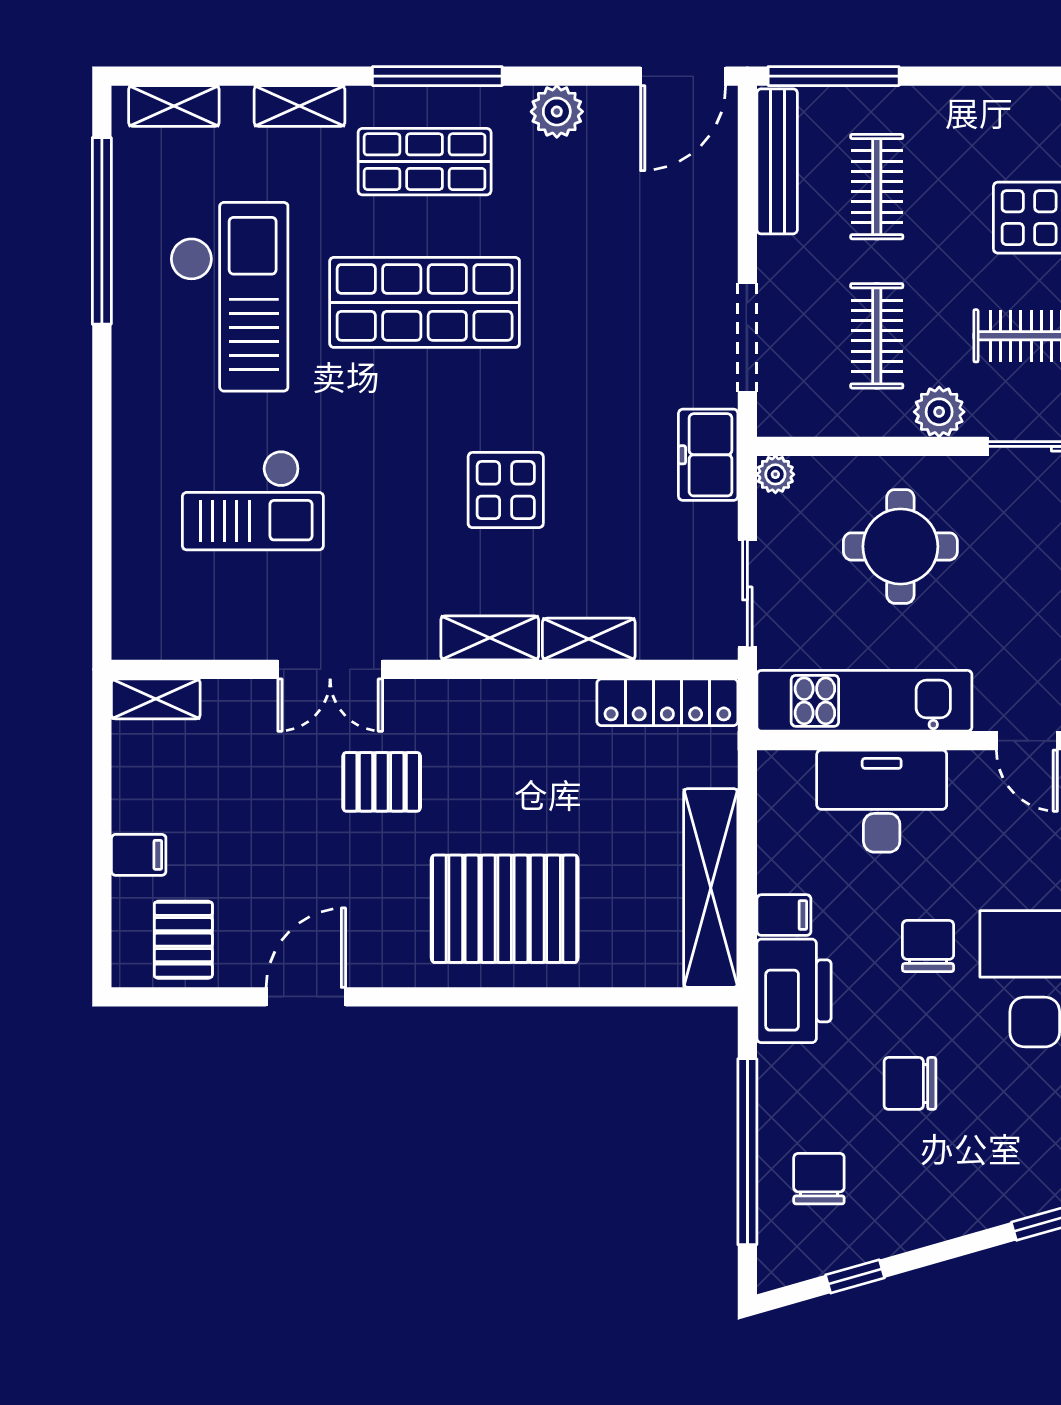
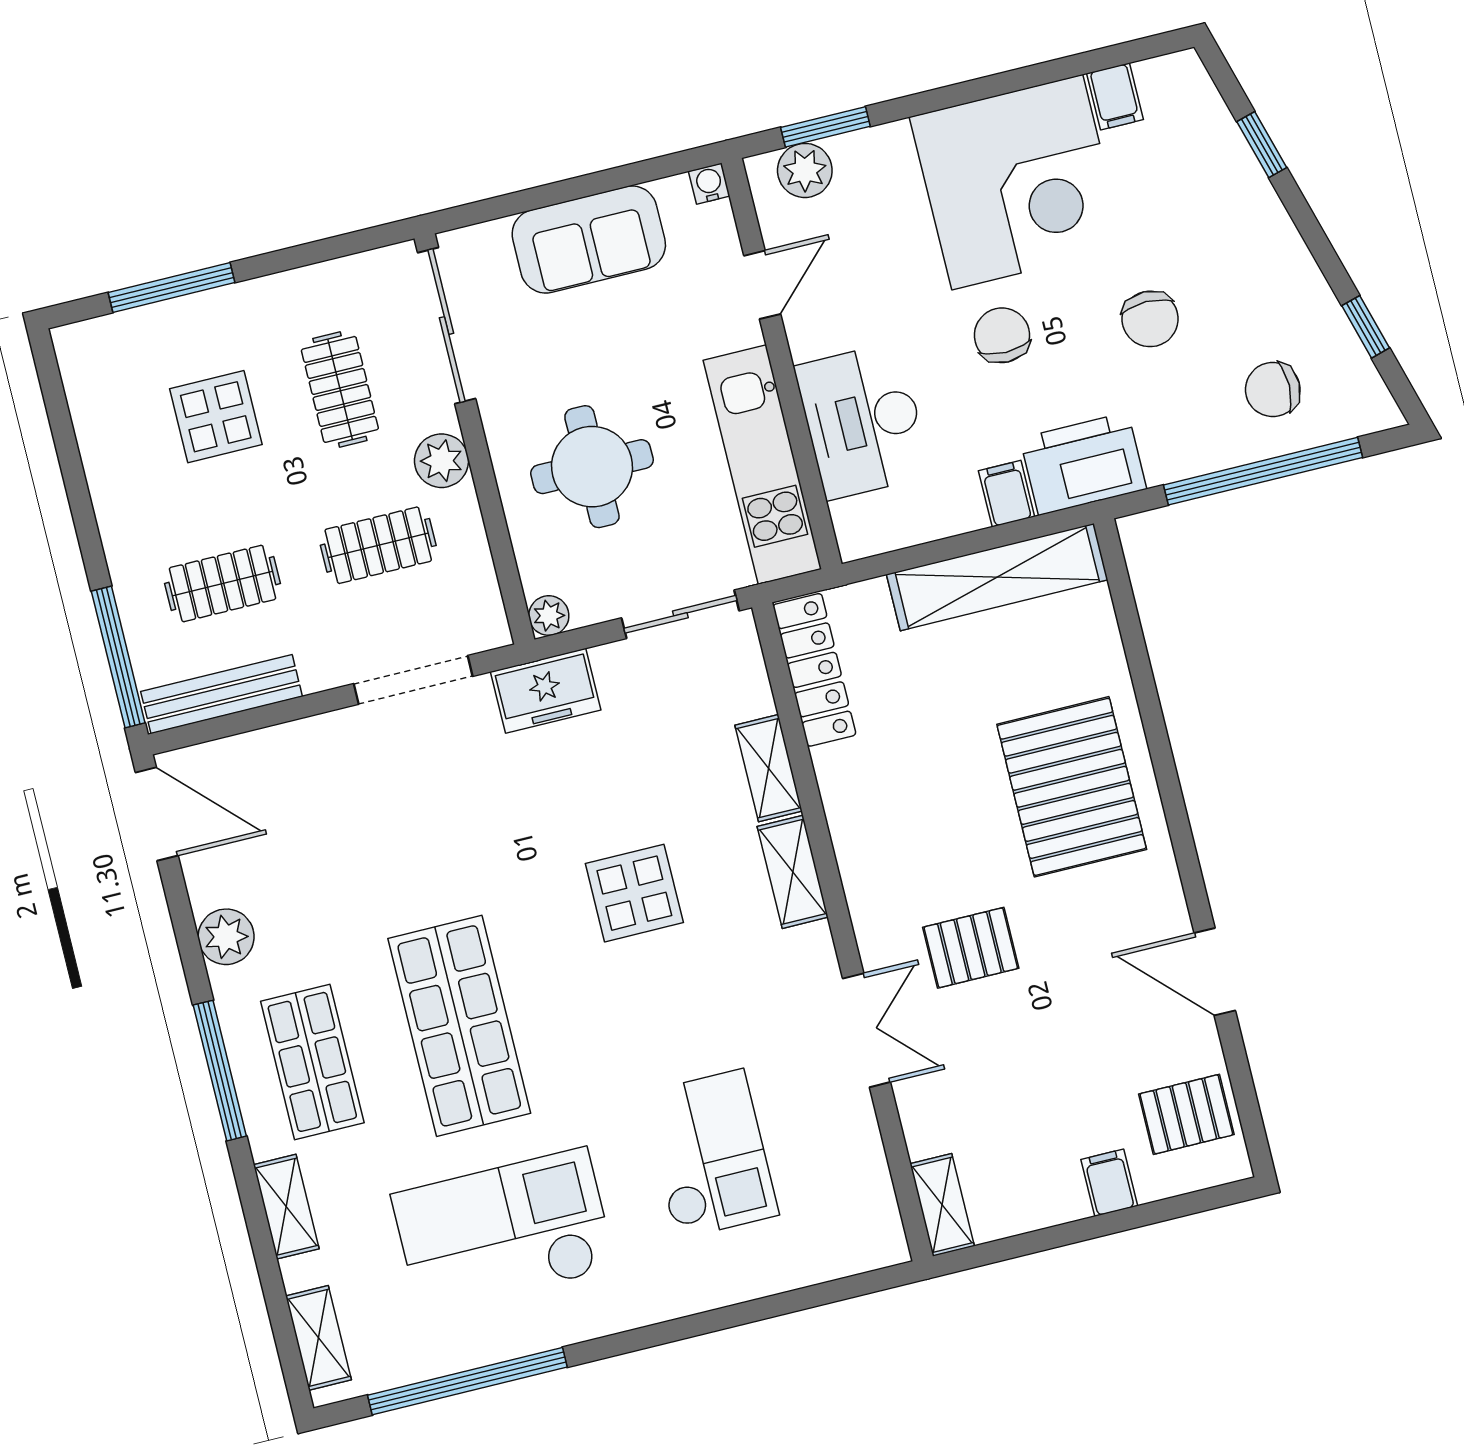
pallet: (382, 782) -> (971, 948), turned 90
chair: (928, 946) -> (1002, 335), turned 90

